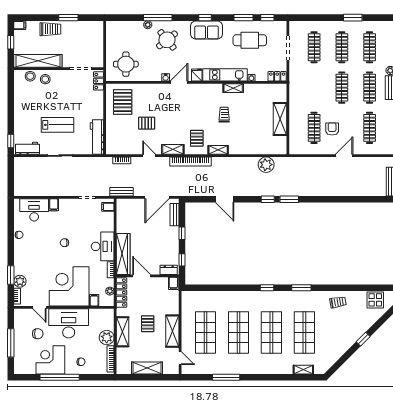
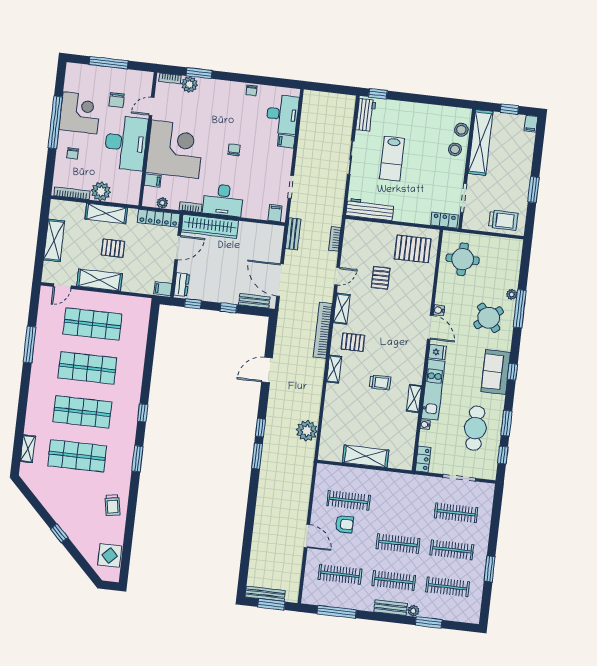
trolley: (50, 29) -> (503, 220), moved, turned -90

